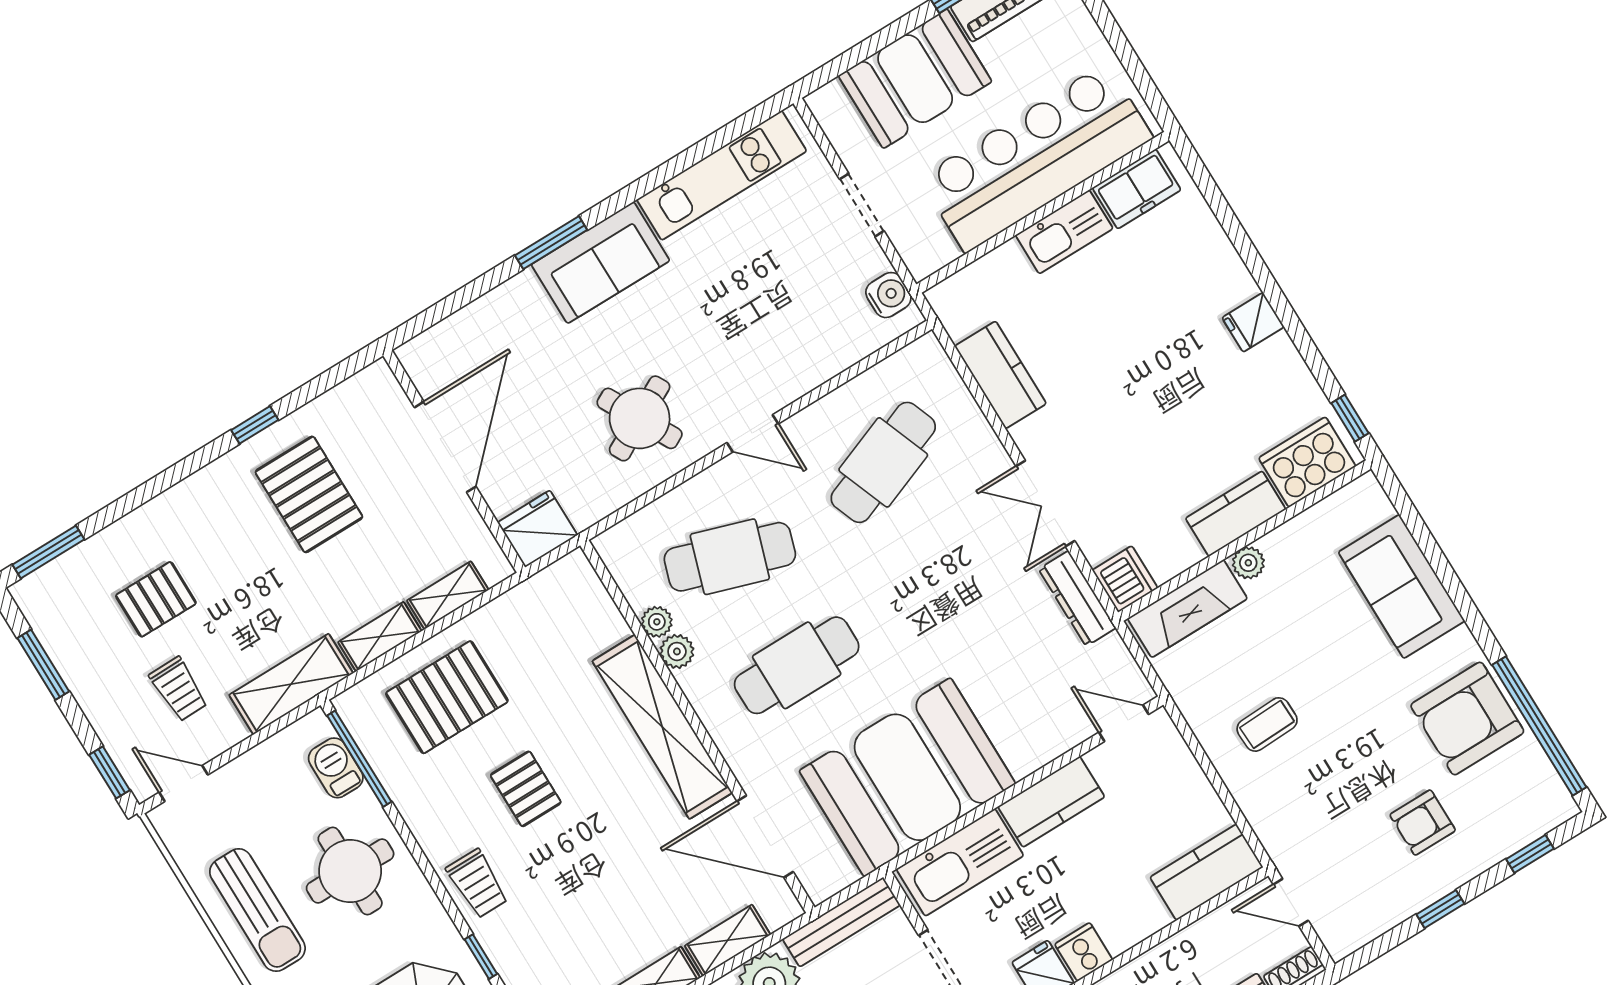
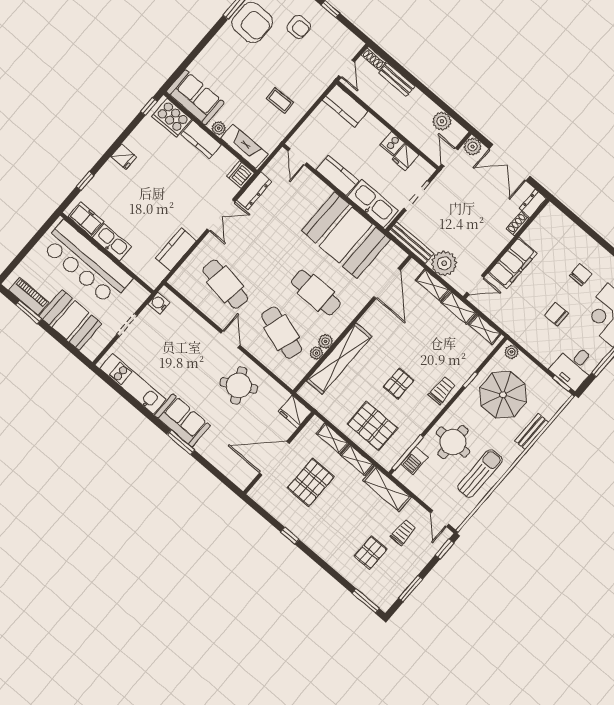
window: (1225, 216) -> (85, 181), added
cafe table: (883, 462) -> (225, 284), turned 30
pallet: (309, 494) -> (311, 482), moved
sofa: (1402, 586) -> (195, 97), moved, turned -90
pallet: (156, 599) -> (371, 553), turned 90
shelving: (662, 727) -> (339, 359), moved

